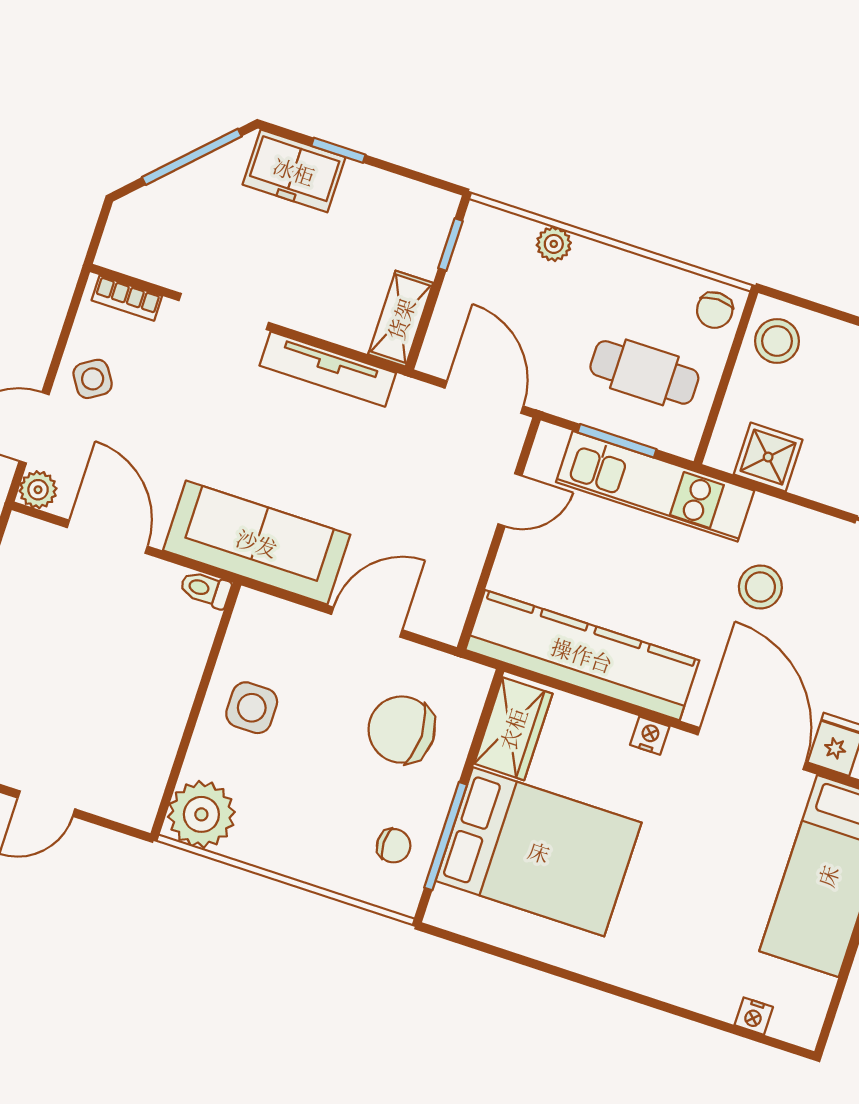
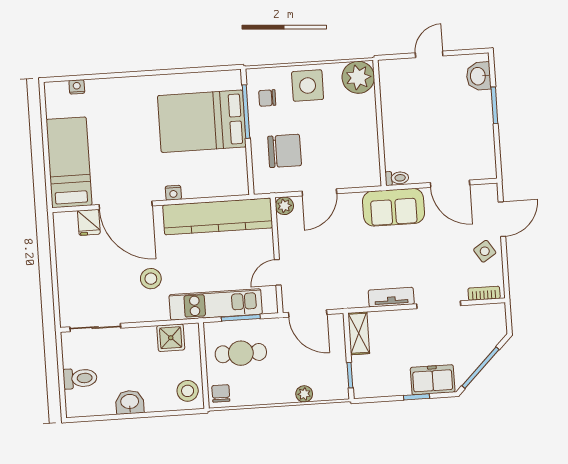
tv unit: (328, 369) -> (391, 297), width x0.71
plant: (38, 490) -> (284, 206), moved
sofa: (257, 543) -> (393, 207), width x0.73
side table: (252, 708) -> (308, 86), moved, width x1.37, depth x1.37
wardrobe: (513, 729) -> (235, 171), removed

